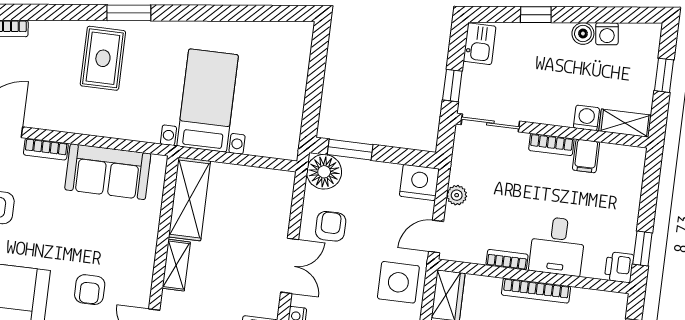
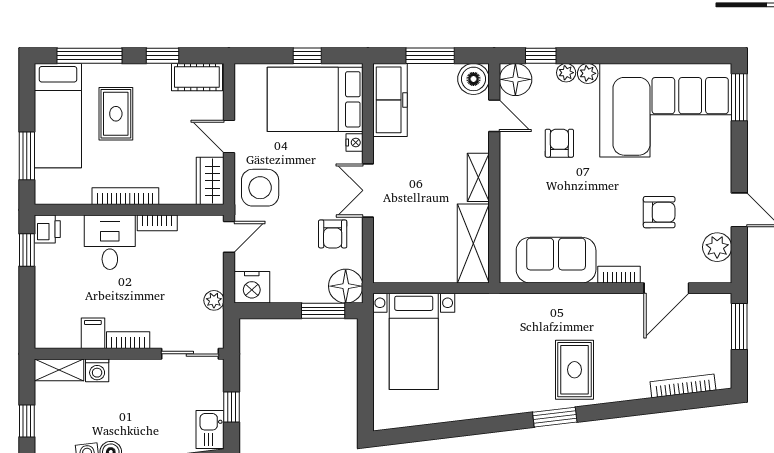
window: (452, 86) -> (231, 407), moved
bed with nightstands: (208, 100) -> (414, 341), moved
plant: (457, 195) -> (214, 300), moved

